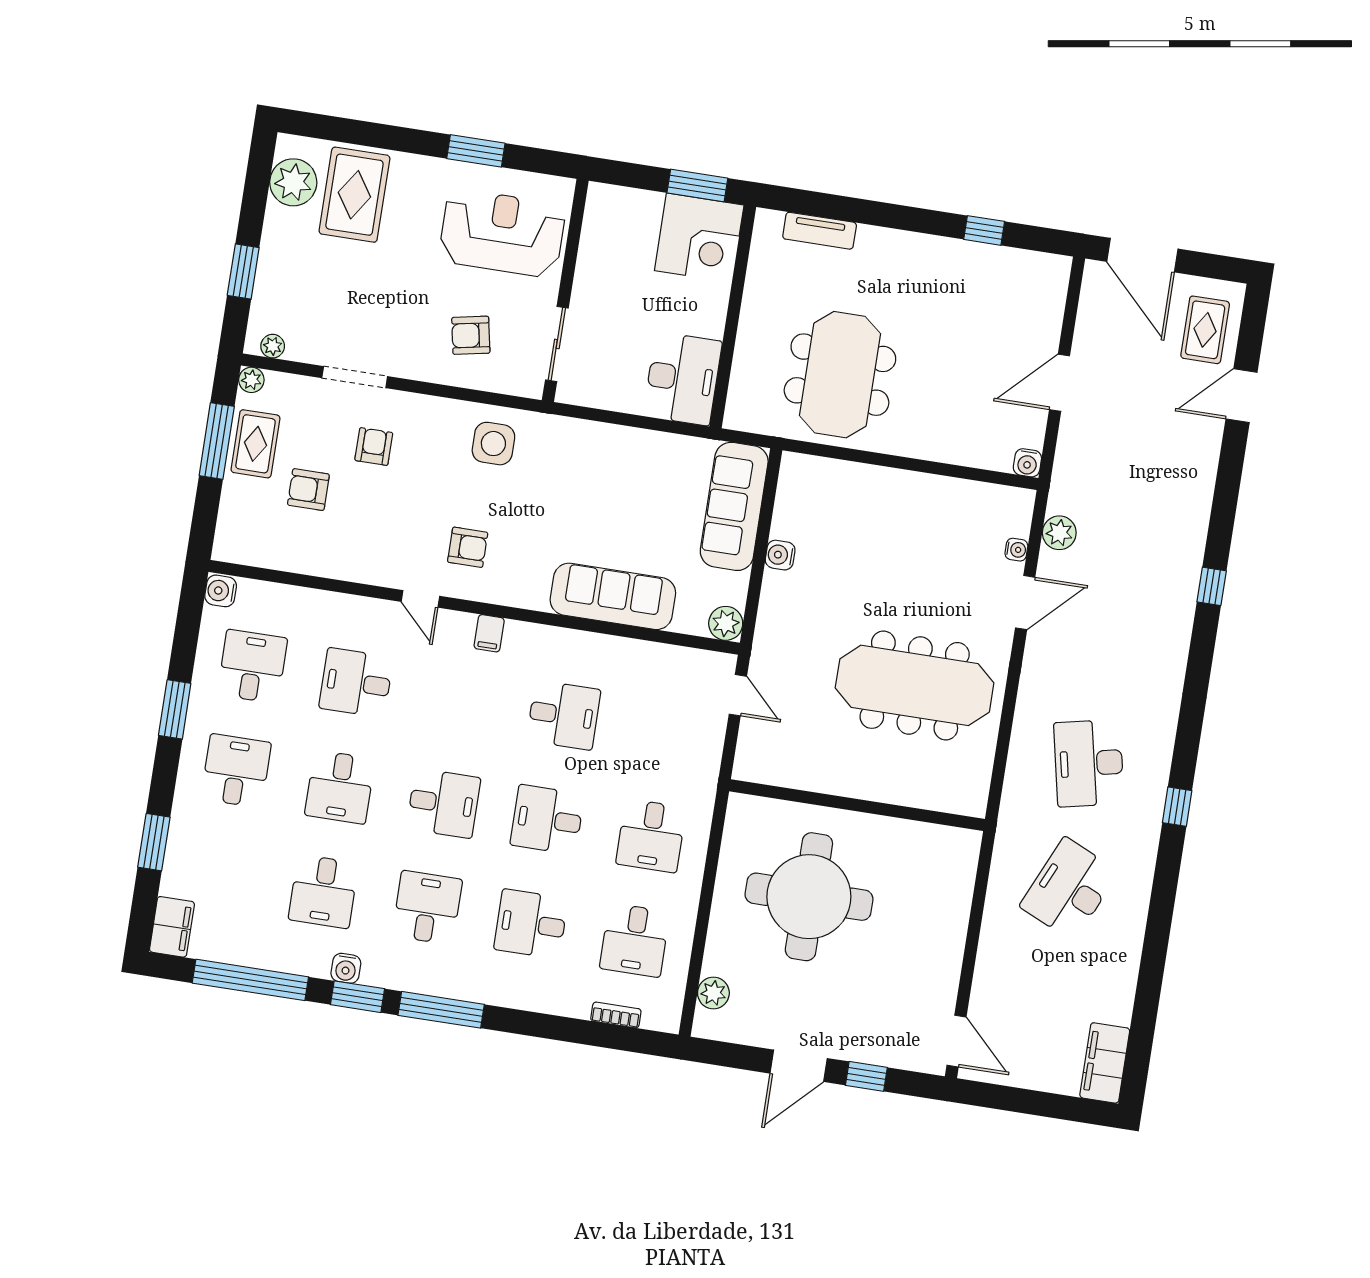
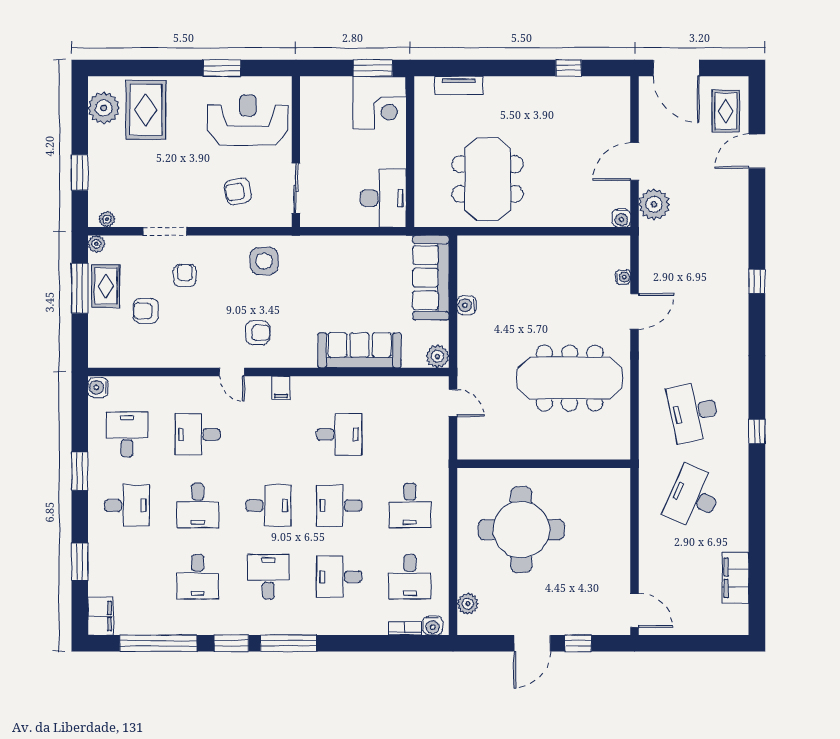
plant: (1059, 533) -> (654, 204), moved, width x1.36, depth x1.36
desk: (236, 771) -> (127, 506), turned 90
water cooler: (346, 968) -> (433, 626), moved
filing cabinet: (1105, 1063) -> (735, 578), moved

